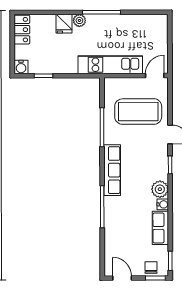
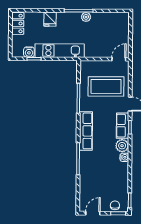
plant: (79, 20) -> (86, 17), moved
kitchen unit: (110, 65) -> (60, 51), moved
water cooler: (21, 67) -> (29, 52), moved
row of seats: (160, 228) -> (123, 126), moved
door: (122, 278) -> (93, 213), hinge flipped

